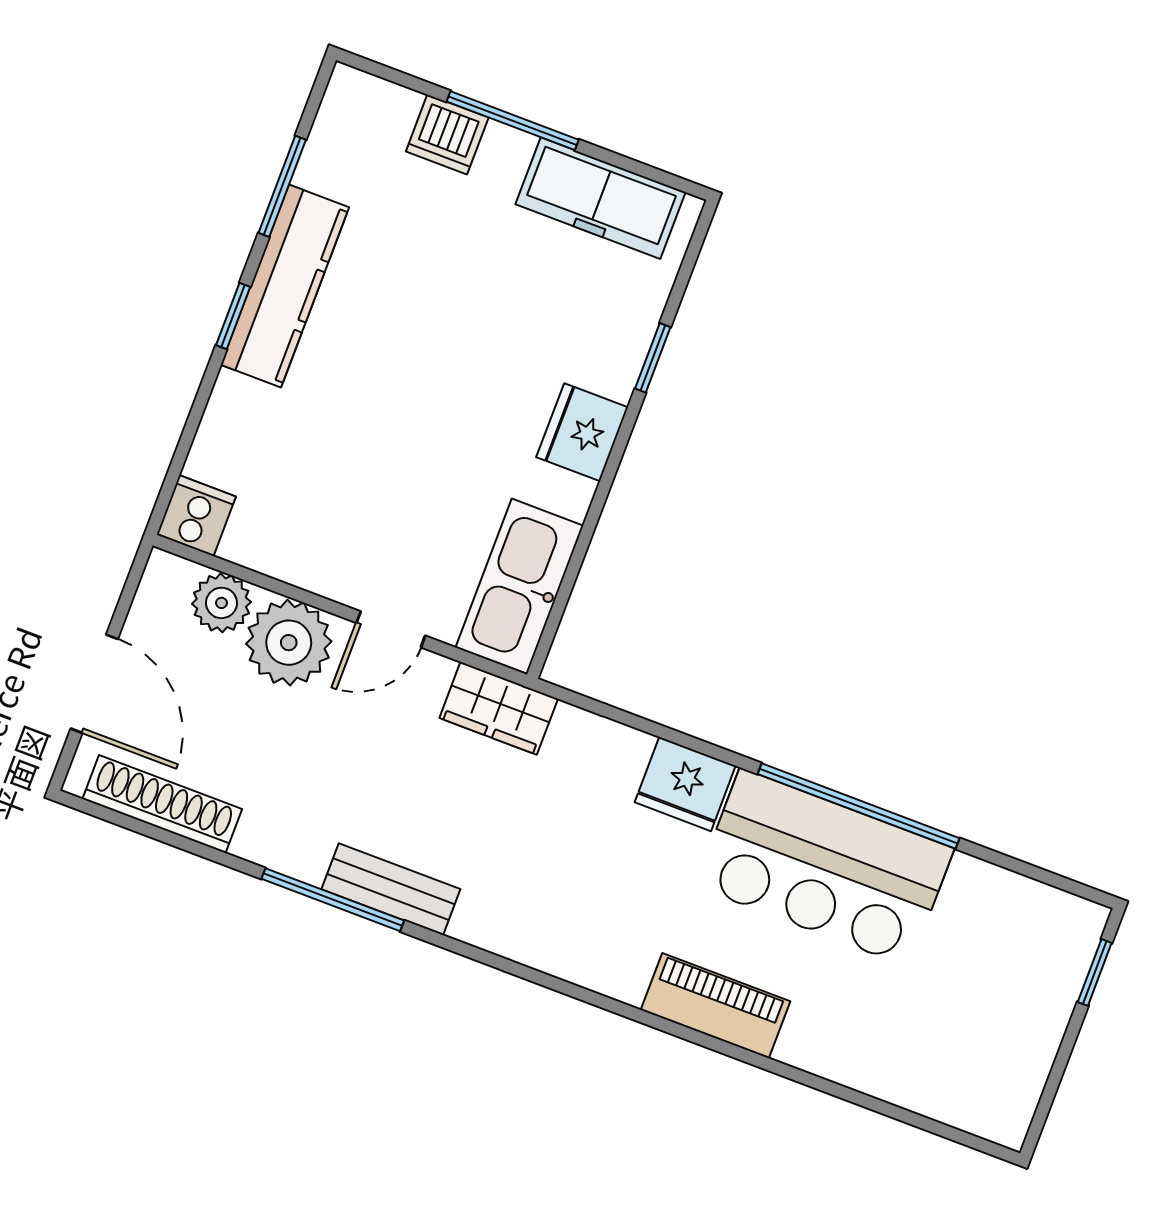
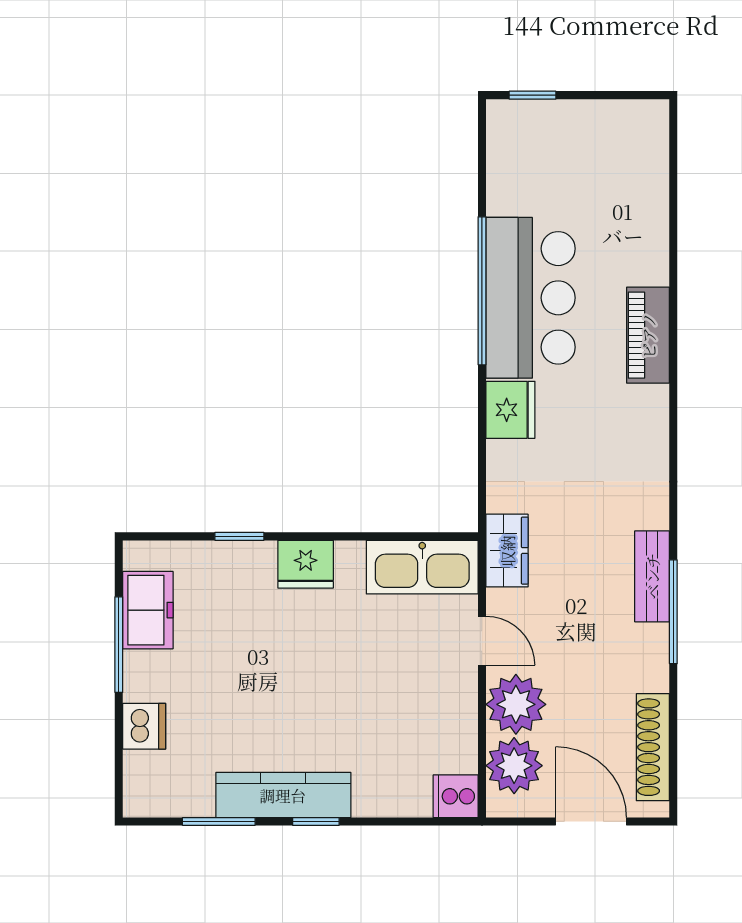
window: (513, 121) -> (119, 645), moved
freezer: (601, 198) -> (148, 610), width x0.71
plant: (221, 603) -> (514, 766), width x1.36, depth x1.36
door: (94, 684) -> (591, 821), hinge flipped

